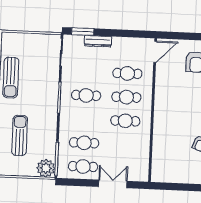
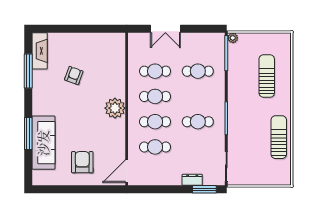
dresser: (98, 41) -> (192, 180), width x0.70
plant: (163, 111) -> (115, 108), added
sun lounger: (20, 135) -> (267, 76), turned 180
cafe table: (83, 167) -> (155, 71), moved
plant: (46, 168) -> (233, 38), width x0.53, depth x0.53

